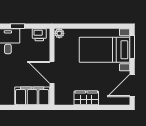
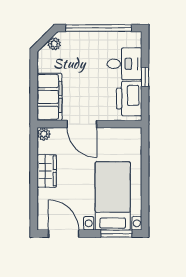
plant: (59, 33) -> (44, 134), moved
printer: (39, 35) -> (129, 99), width x1.87, depth x1.48
door: (52, 72) -> (82, 124), swing flipped

